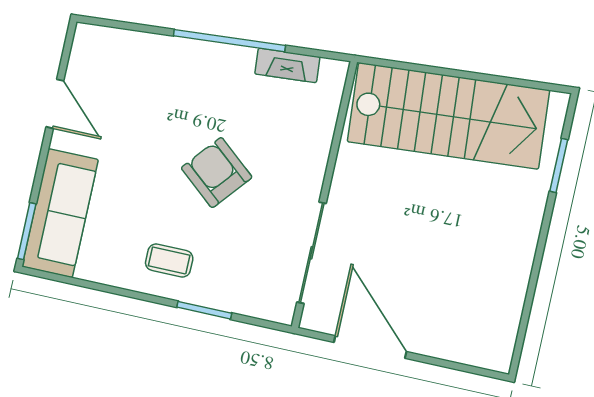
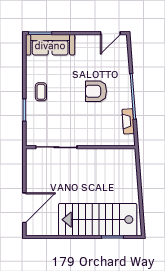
door: (55, 104) -> (110, 33), moved
stairs: (449, 116) -> (98, 220), moved, turned 94
armchair: (217, 173) -> (96, 91), moved, turned -130
door: (370, 347) -> (24, 208), moved

